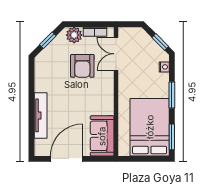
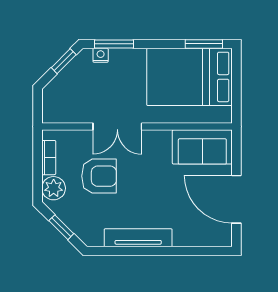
double door: (116, 54) -> (117, 127), moved
window: (172, 95) -> (114, 44), moved
tv unit: (41, 115) -> (138, 238), moved

